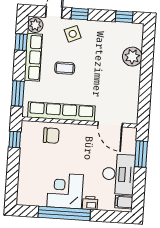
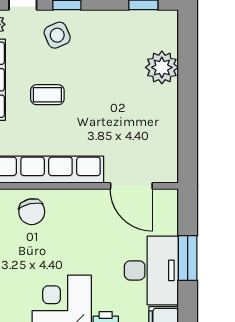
chair: (51, 136) -> (32, 212), turned 78
window: (141, 154) -> (188, 258), moved

